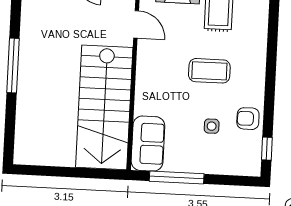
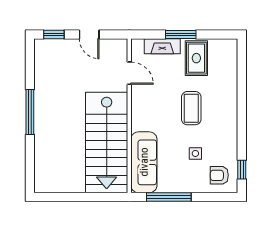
coffee table: (209, 71) -> (191, 108), turned 90
armchair: (248, 119) -> (219, 175), moved
sofa: (148, 144) -> (144, 162), width x1.36

